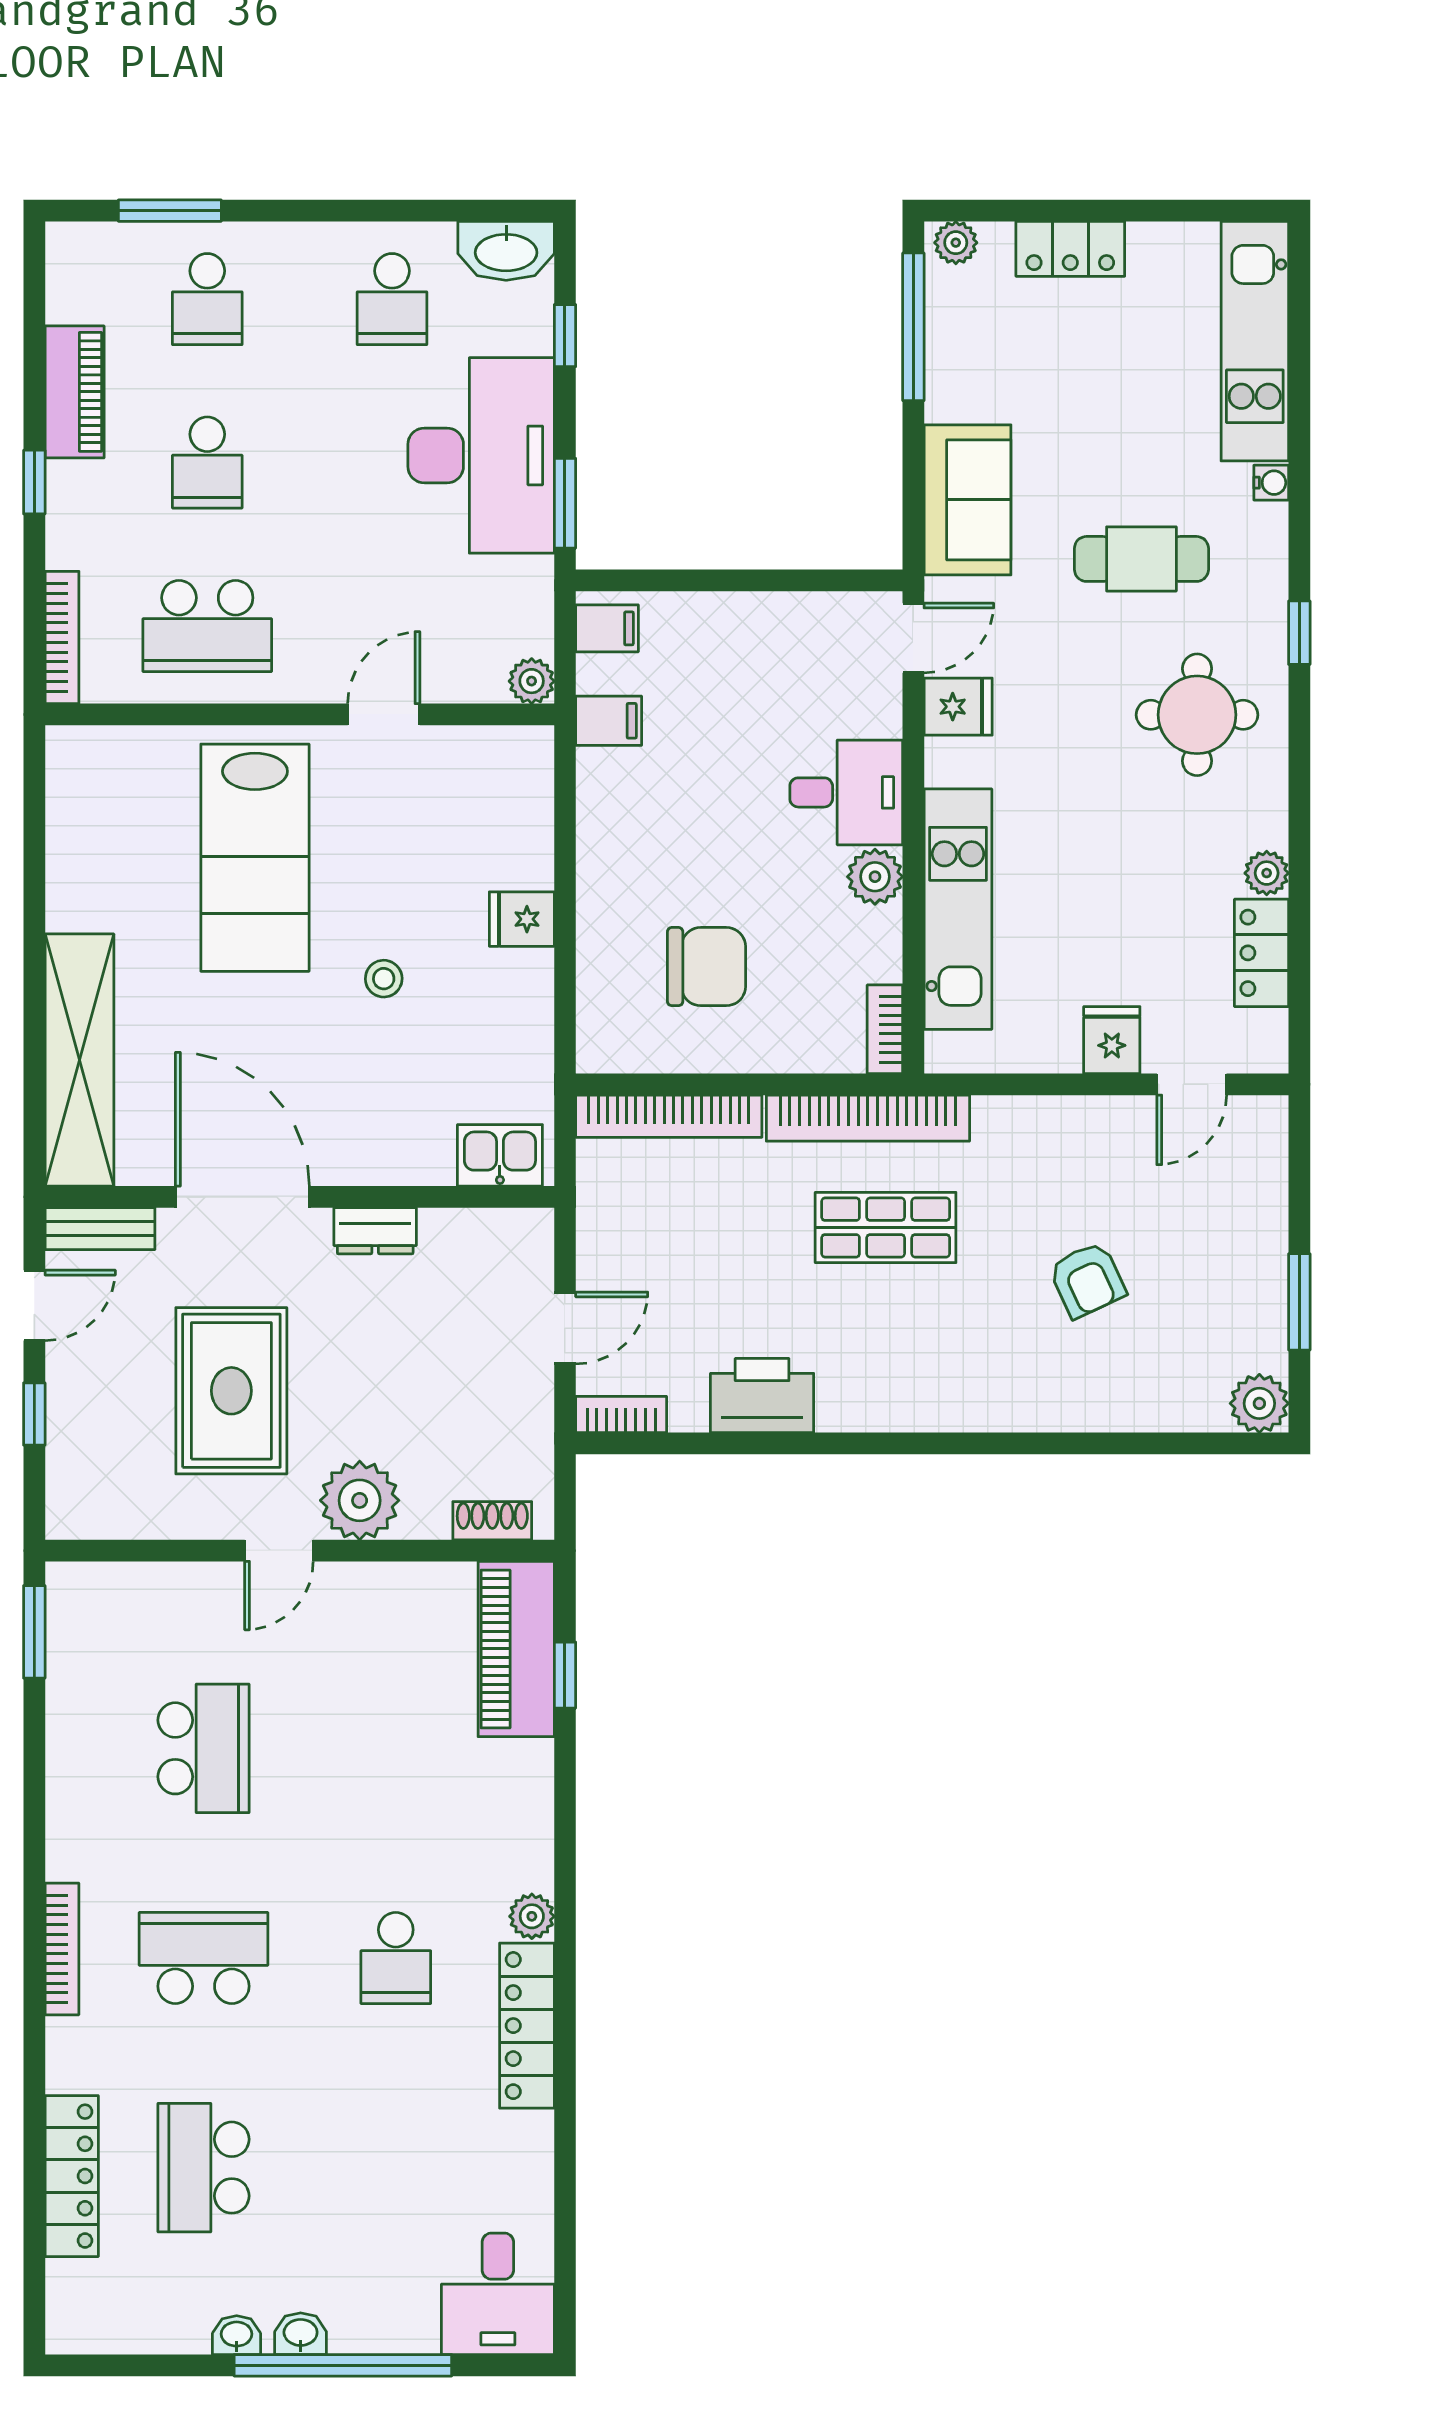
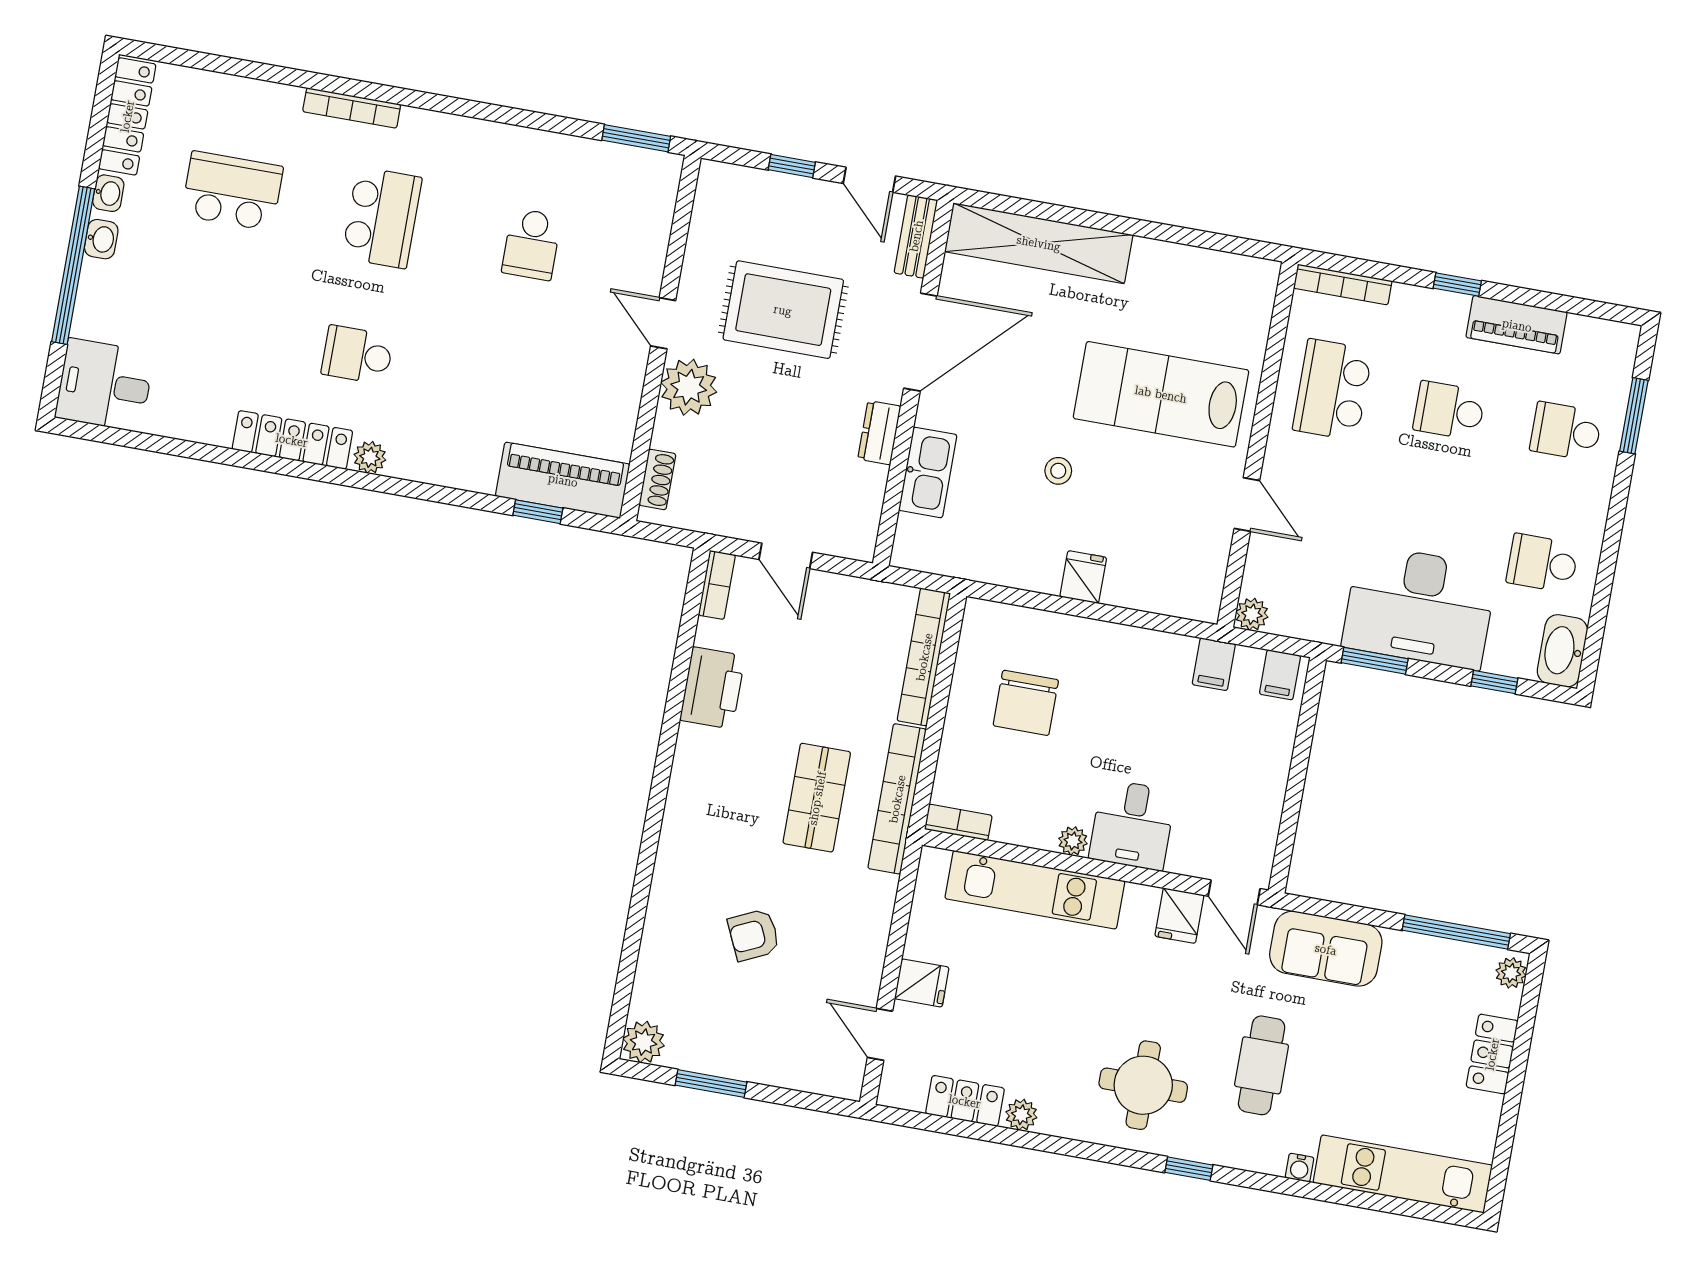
plant: (875, 877) -> (1073, 841), width x0.73, depth x0.73
kitchen sink: (500, 1155) -> (928, 472), moved, width x1.38
school desk: (204, 1748) -> (532, 244), width x0.54
bookcase: (62, 1949) -> (352, 108), moved
locker: (72, 2176) -> (127, 116), moved, turned -90

